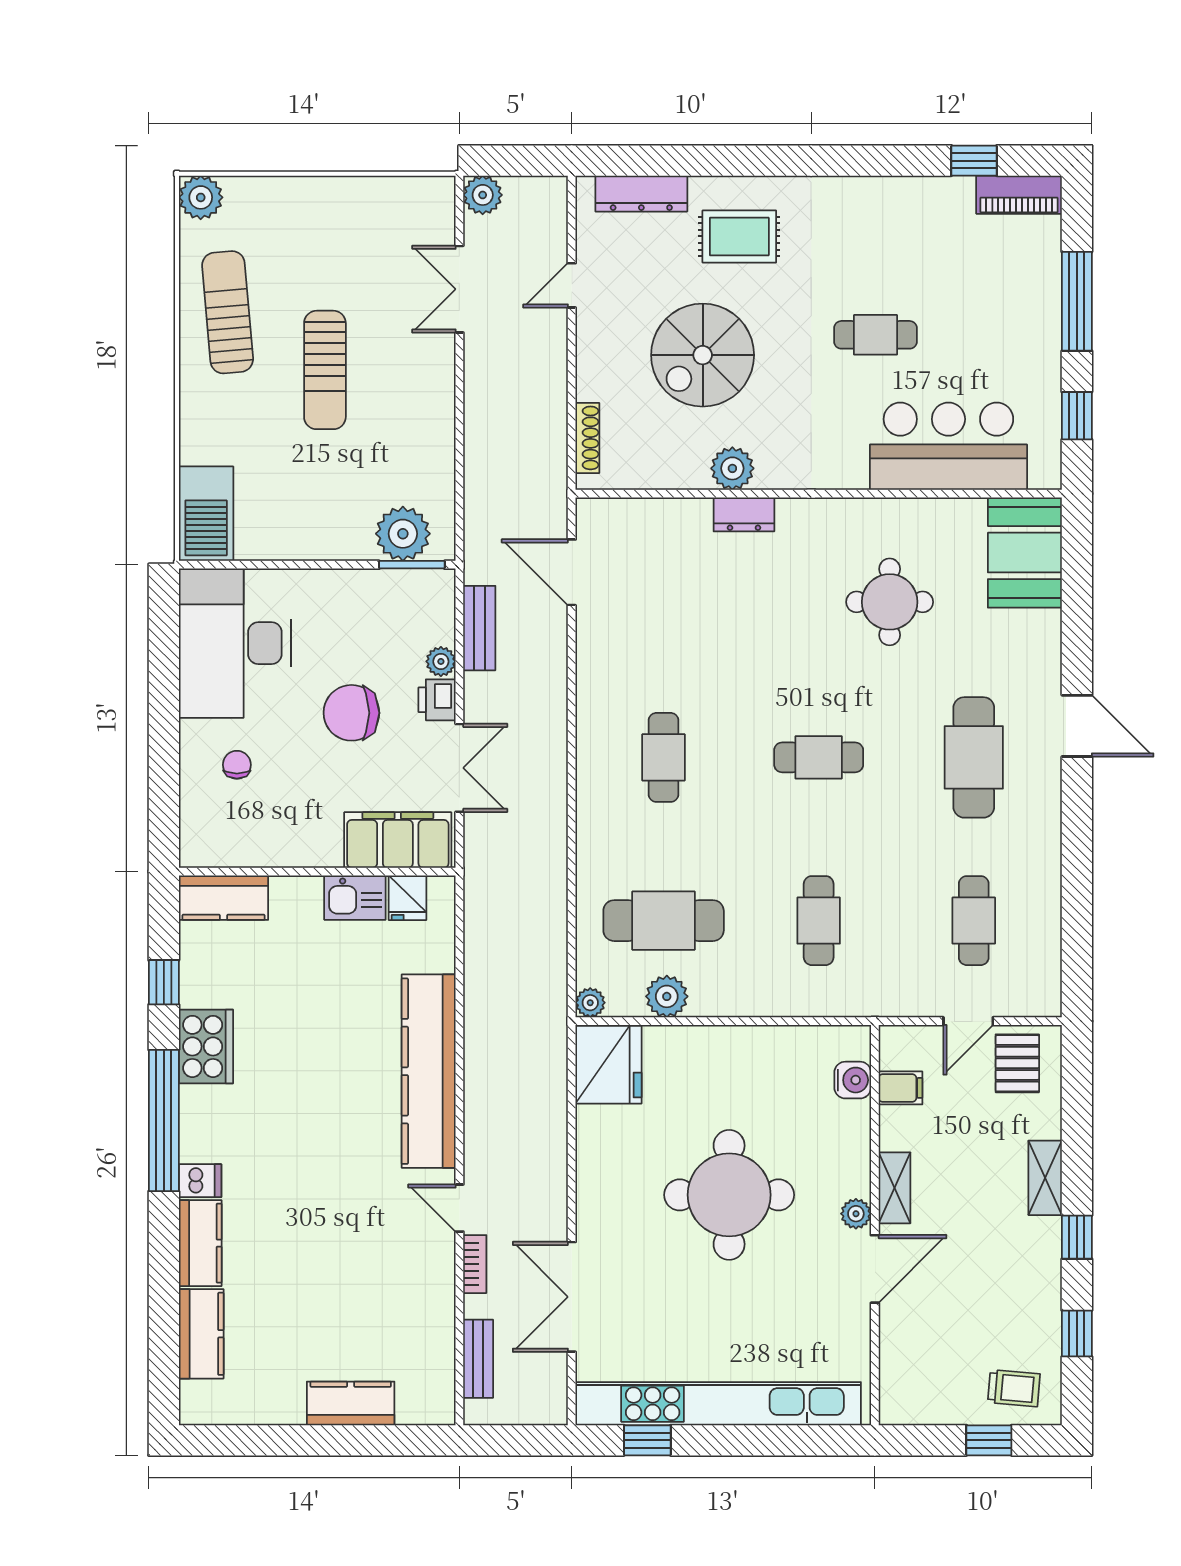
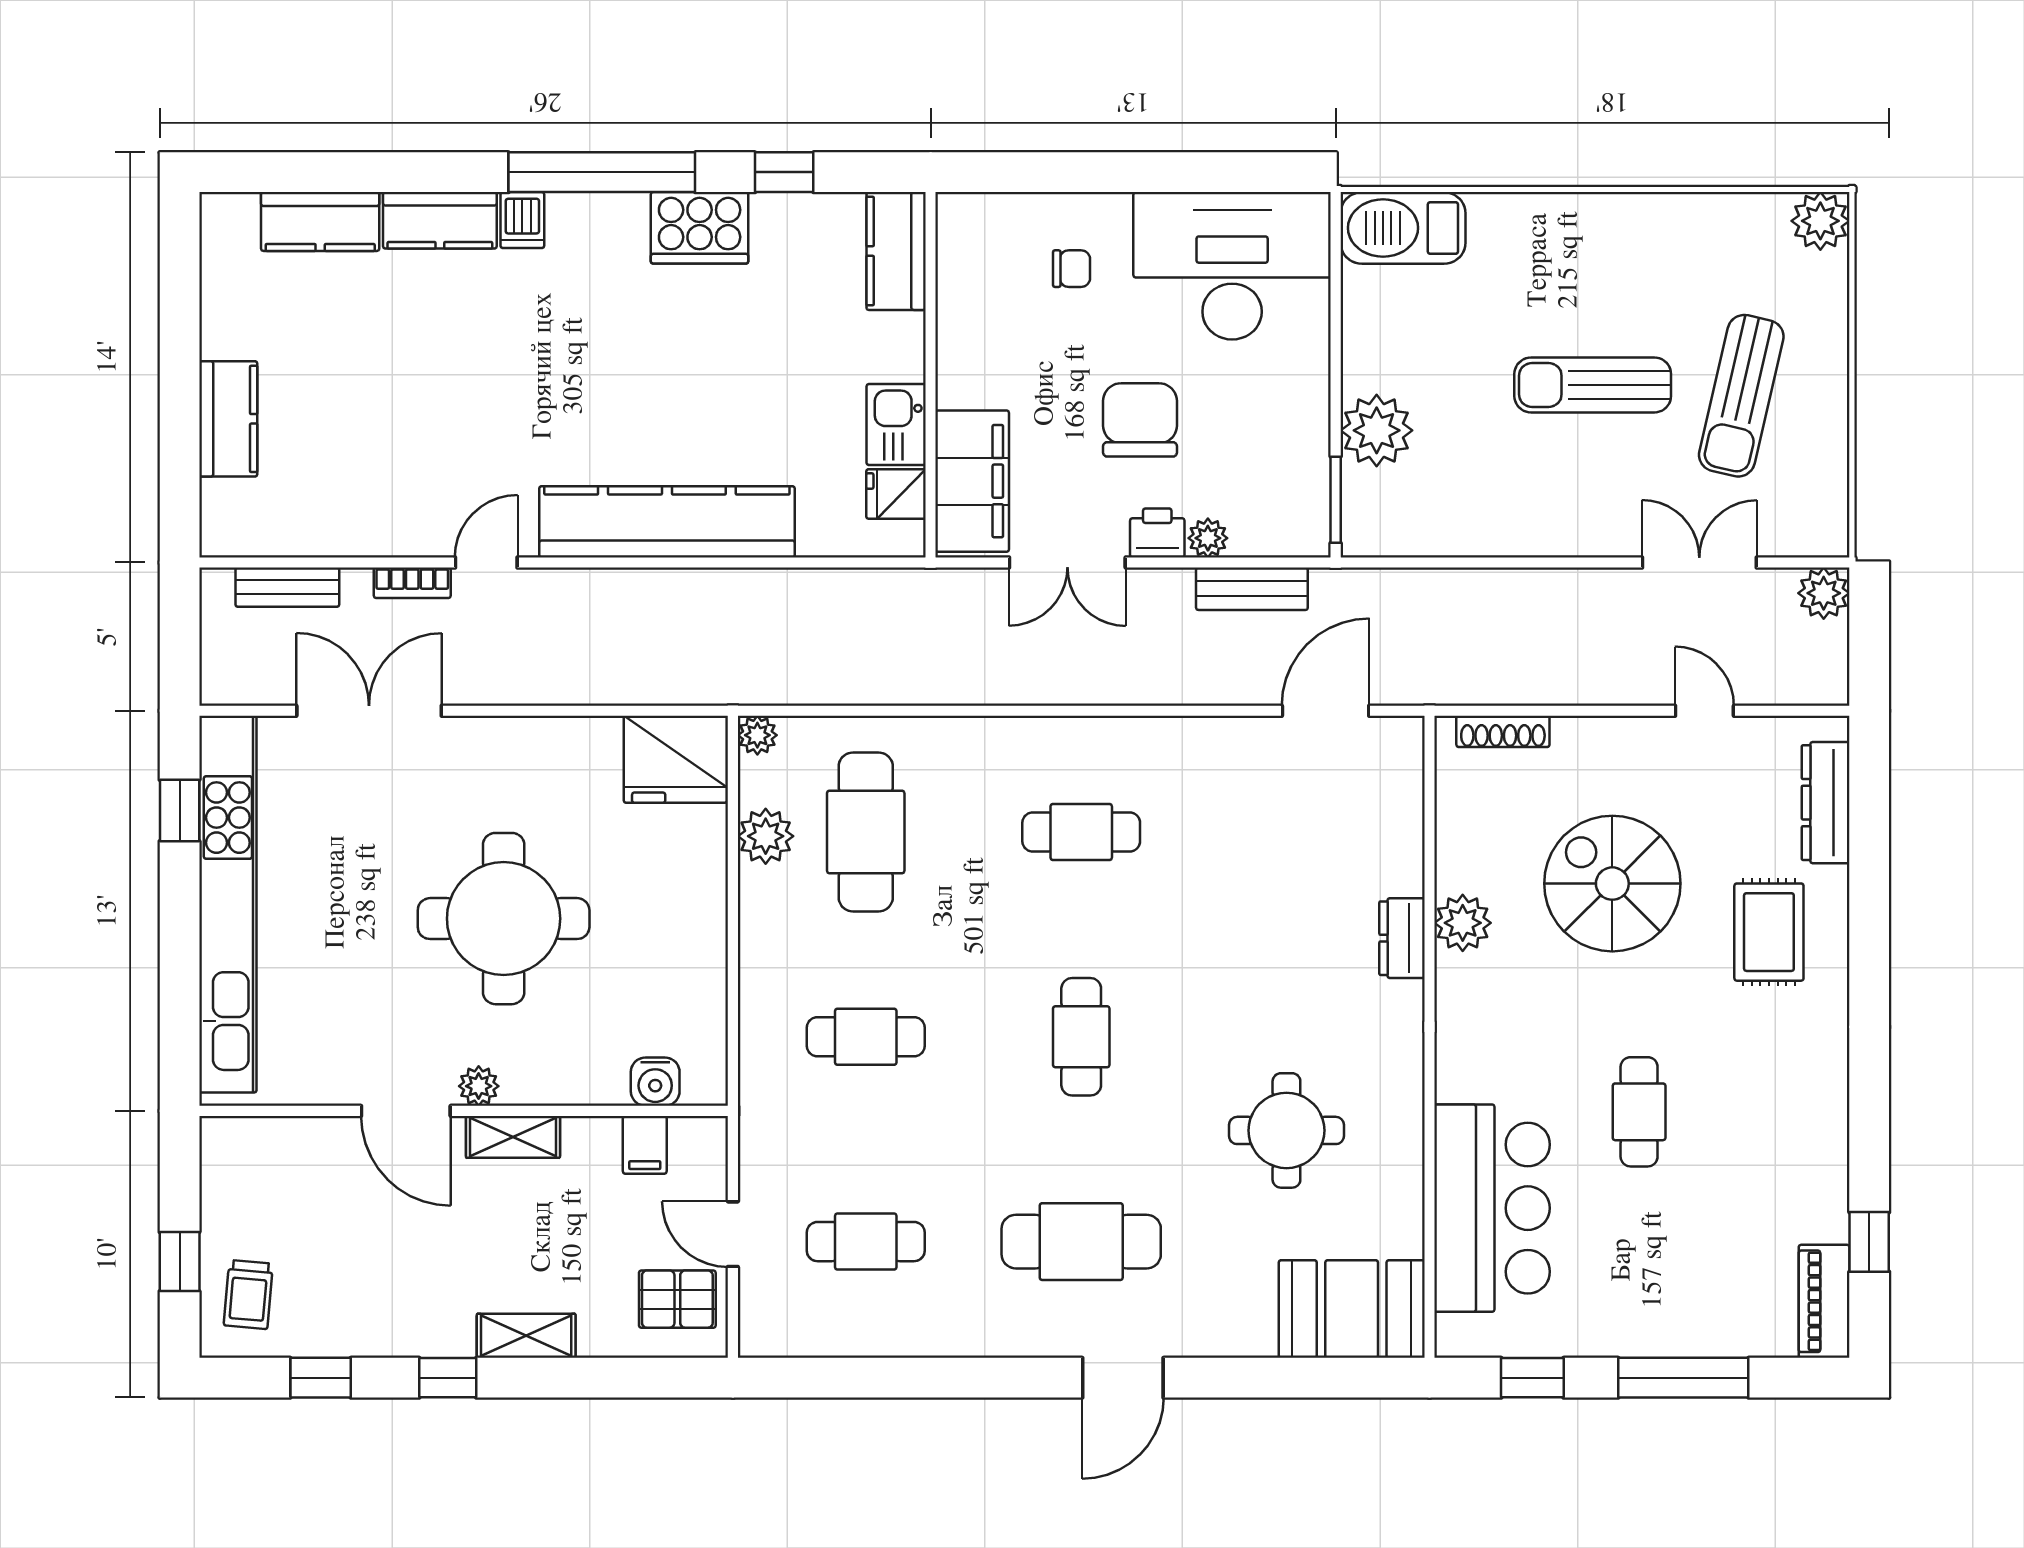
sun lounger: (228, 312) -> (1741, 396), moved, turned 108
plant: (403, 534) -> (1377, 430), moved

